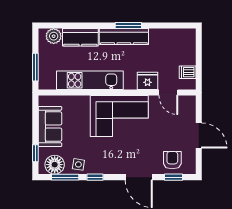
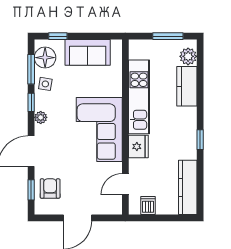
window: (128, 25) -> (200, 140), width x0.67
kitchen counter: (124, 37) -> (188, 187), moved
window: (35, 67) -> (168, 36), moved
fridge: (148, 81) -> (138, 146), moved
armchair: (172, 160) -> (50, 188), turned -90
plant: (109, 169) -> (41, 117), added

